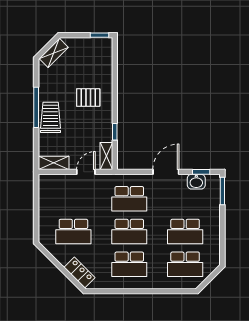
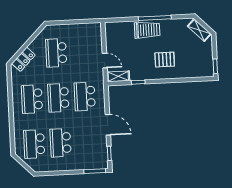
pallet: (88, 98) -> (165, 60), turned 90
shelving: (54, 163) -> (111, 34), removed
washbasin: (196, 182) -> (101, 150), removed

